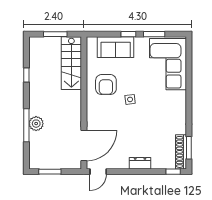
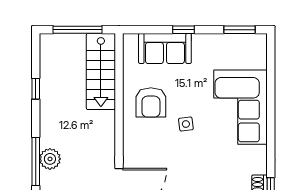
window: (55, 34) -> (78, 30), width x1.44
window: (154, 34) -> (240, 30), moved
corner sofa: (168, 64) -> (241, 107), moved

